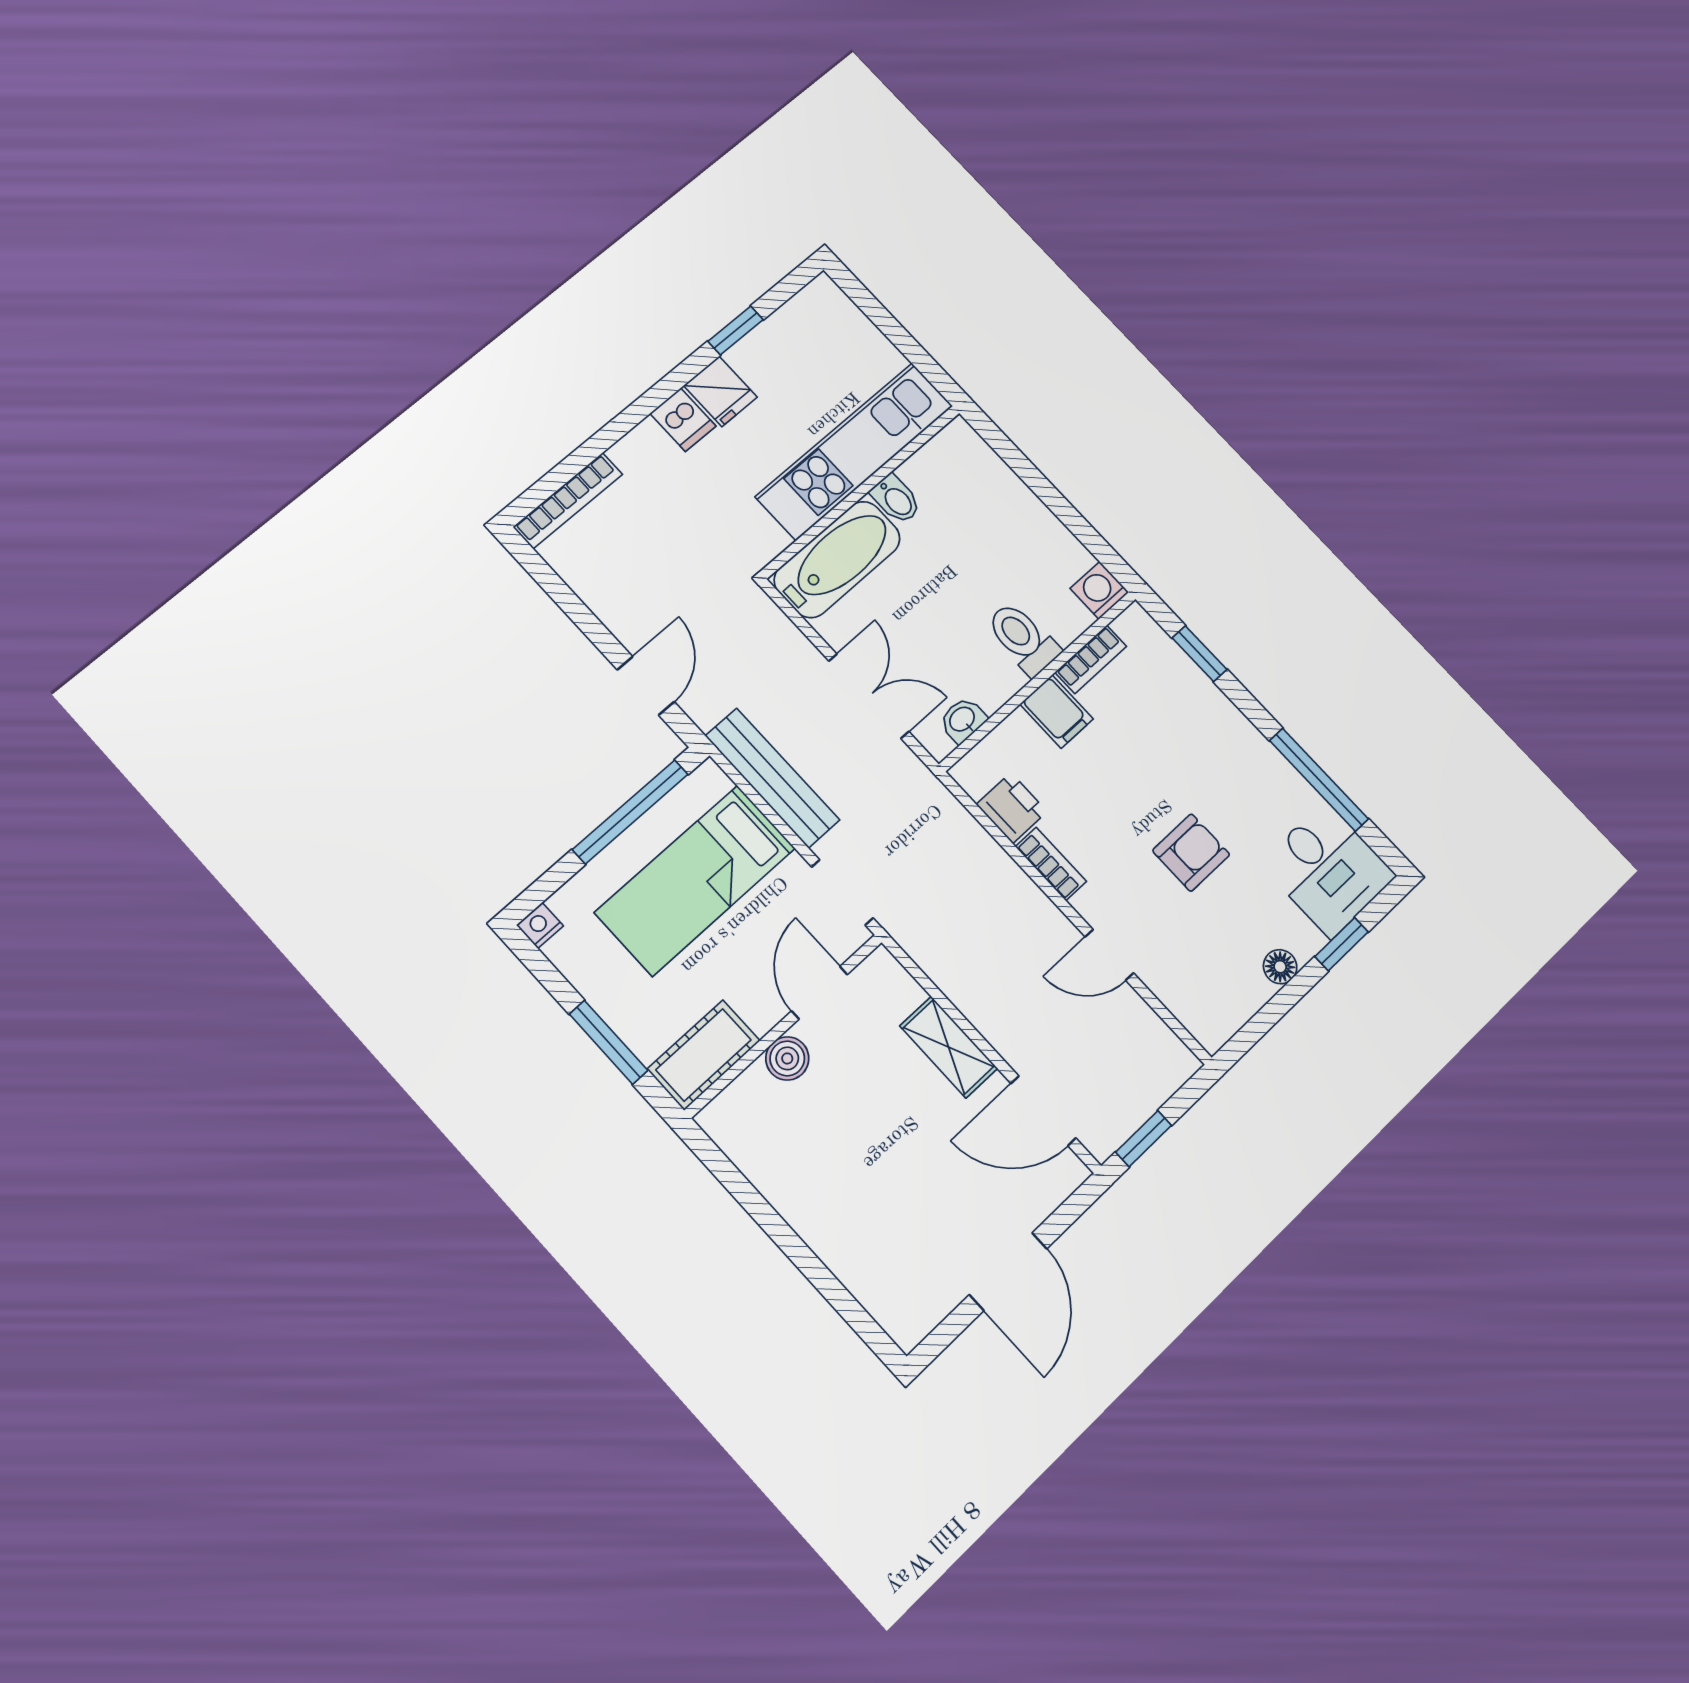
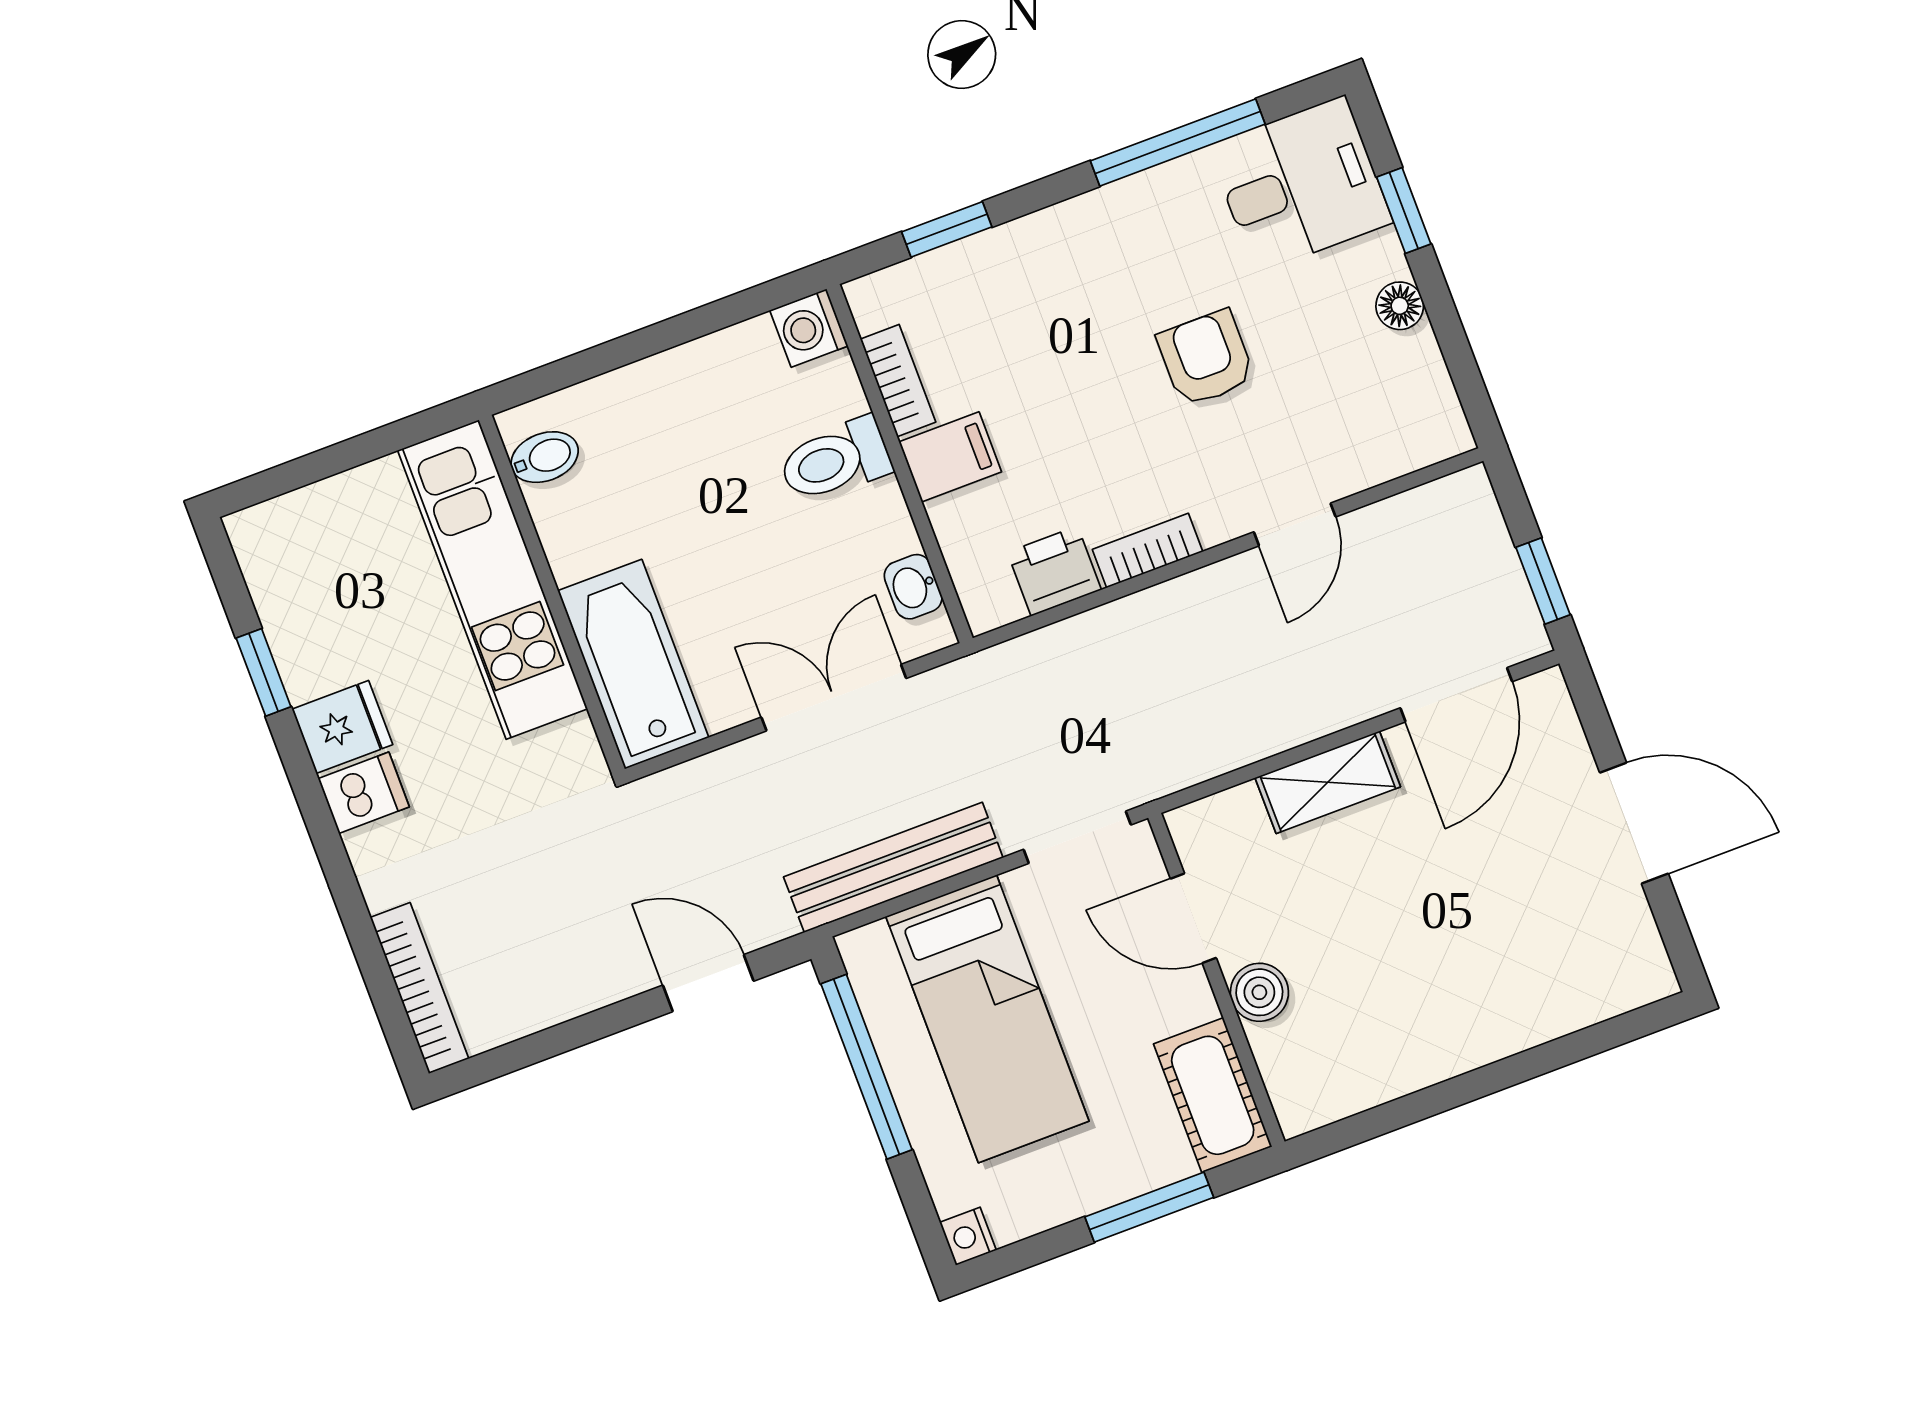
bidet: (896, 499) -> (545, 457), moved

